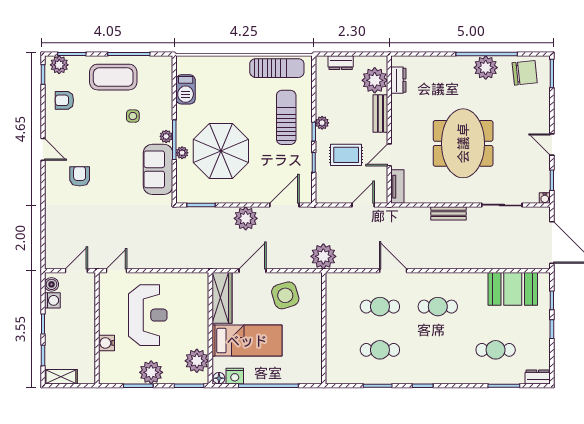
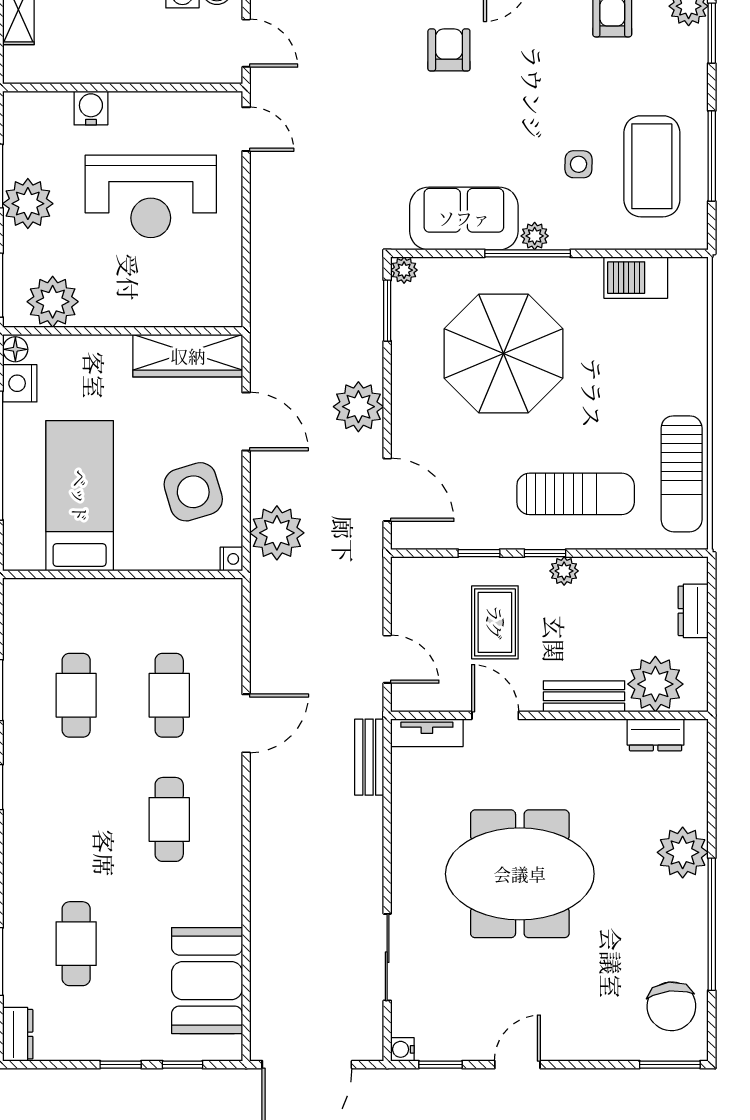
plant: (486, 68) -> (683, 852), moved
coffee table: (113, 77) -> (652, 166), moved
plant: (182, 153) -> (404, 270), moved
armchair: (80, 176) -> (449, 50), turned -90
bench: (449, 213) -> (369, 757), moved
plant: (323, 256) -> (277, 533), moved
nightstand: (316, 278) -> (231, 559), added
bed: (247, 341) -> (80, 496), moved, turned 180

